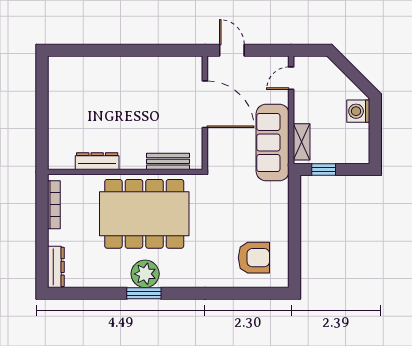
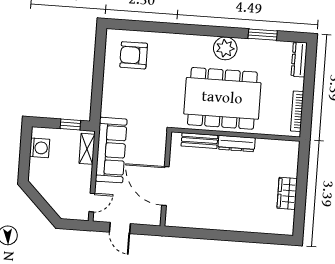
door: (232, 50) -> (120, 228), moved
wardrobe: (59, 106) -> (287, 193), added
washing machine: (358, 111) -> (40, 148), moved
dresser: (97, 161) -> (237, 144), moved
window: (144, 293) -> (263, 35), moved

